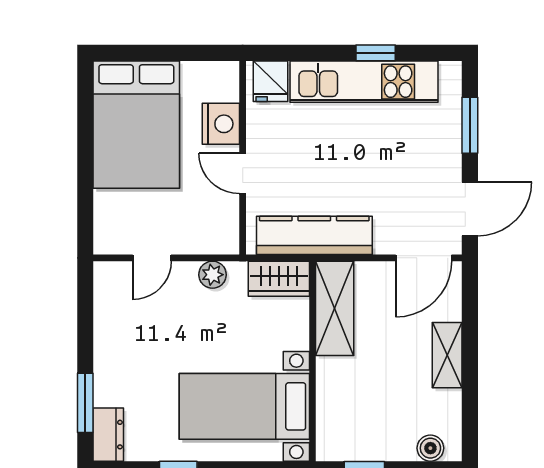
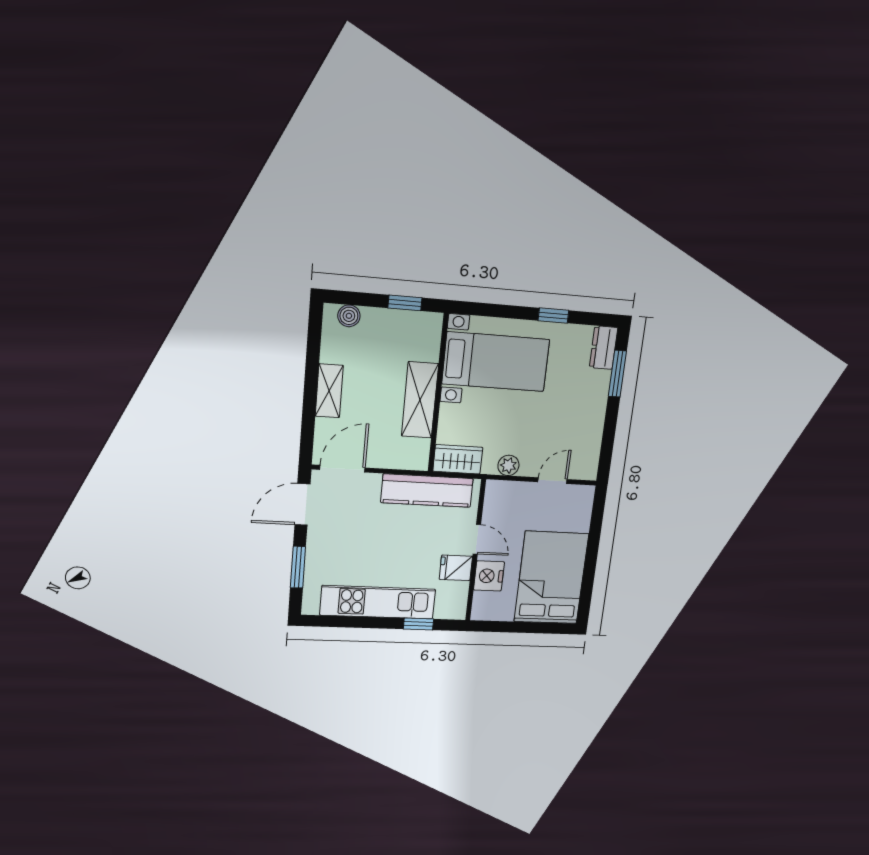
window: (376, 53) -> (418, 624), moved
fridge: (271, 81) -> (456, 568), moved, turned -90
shelving: (335, 308) -> (420, 400), moved

